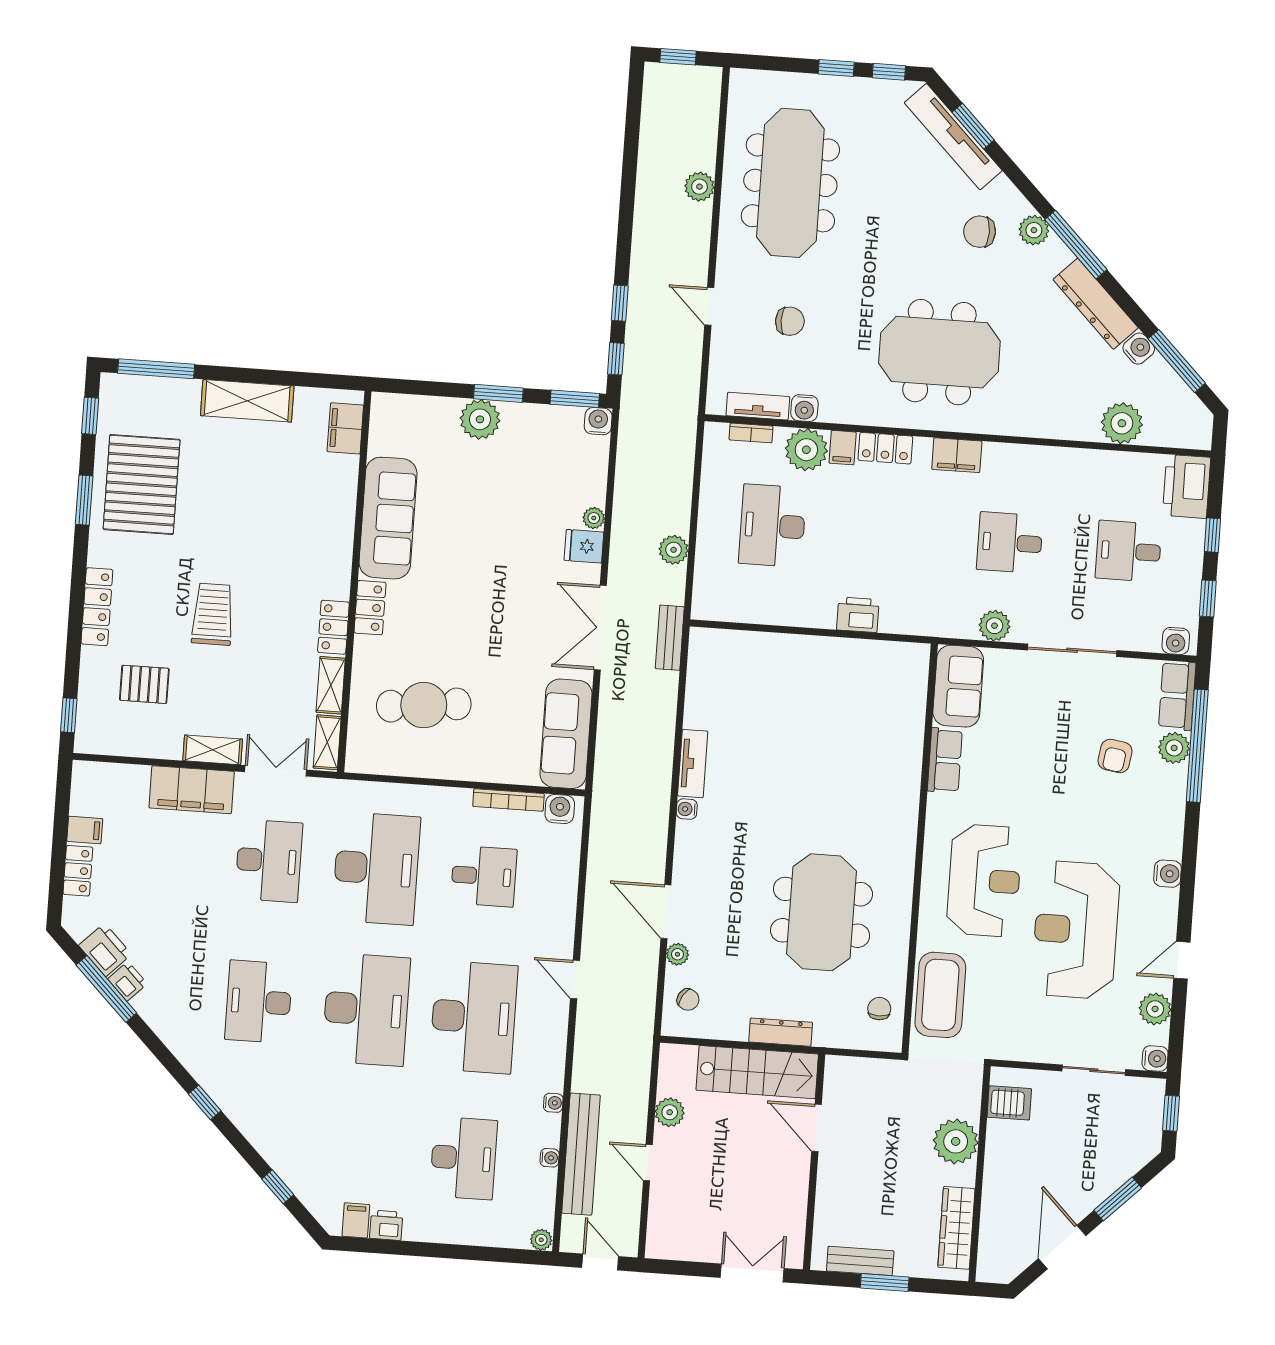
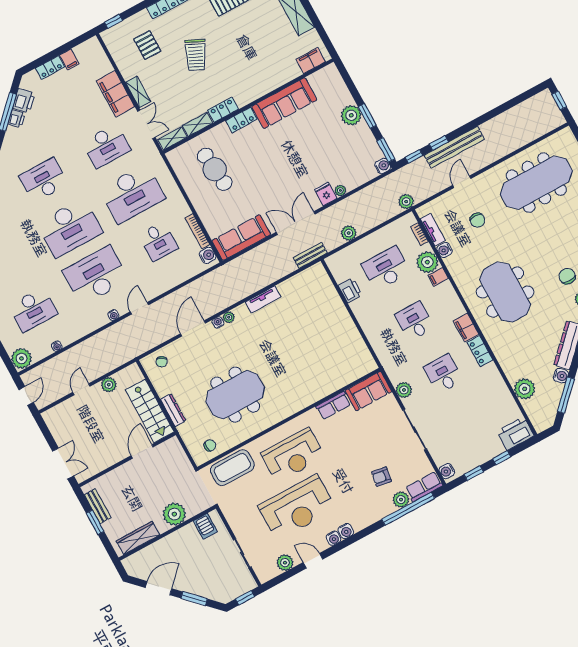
plant: (699, 187) -> (406, 202), moved
locker: (885, 448) -> (480, 351), moved
desk: (1129, 551) -> (415, 321), moved
trolley: (213, 614) -> (196, 55), turned 115
printer: (858, 615) -> (350, 290), moved
water cooler: (687, 809) -> (218, 322), moved
reception desk: (1076, 930) -> (297, 507), turned 180
plant: (677, 954) -> (229, 317), moved
desk: (474, 1017) -> (96, 276), turned 180
water cooler: (1155, 1059) -> (333, 538), moved
water cooler: (553, 1103) -> (113, 315), moved
bench: (581, 1154) -> (454, 147), moved
plant: (541, 1240) -> (22, 358), width x1.88, depth x1.88

